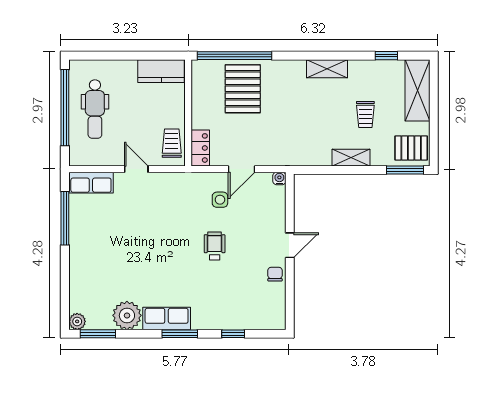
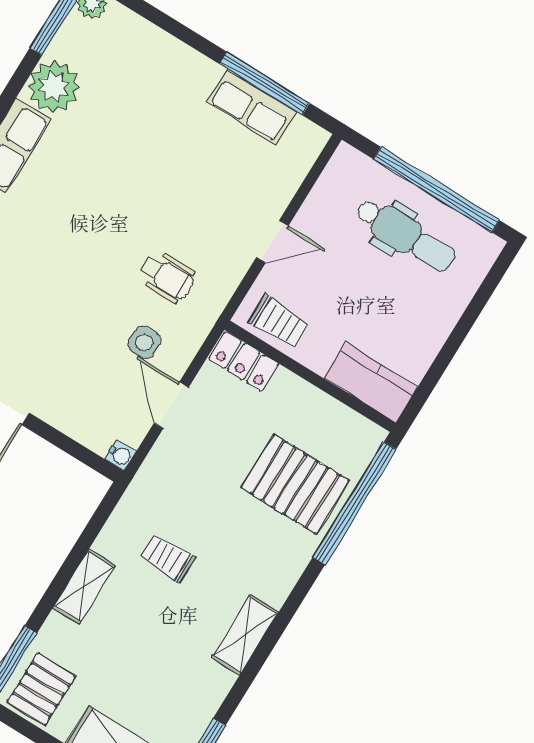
kitchen counter: (161, 71) -> (371, 383), moved, turned 90
dental chair: (95, 109) -> (405, 235), turned 180
trolley: (365, 114) -> (168, 558), moved
row of seats: (91, 183) -> (252, 107), moved, turned -90
wheelchair: (215, 246) -> (167, 277), moved

